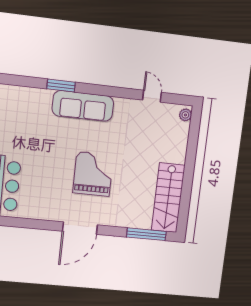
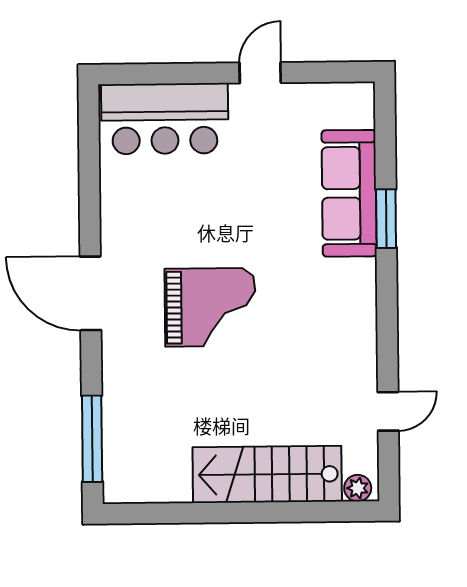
sofa: (83, 106) -> (349, 193), moved
stairs: (168, 198) -> (267, 474), moved

